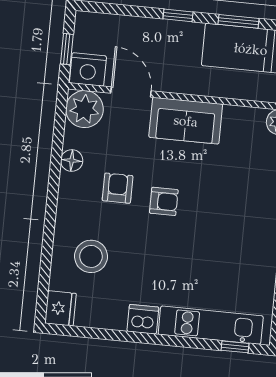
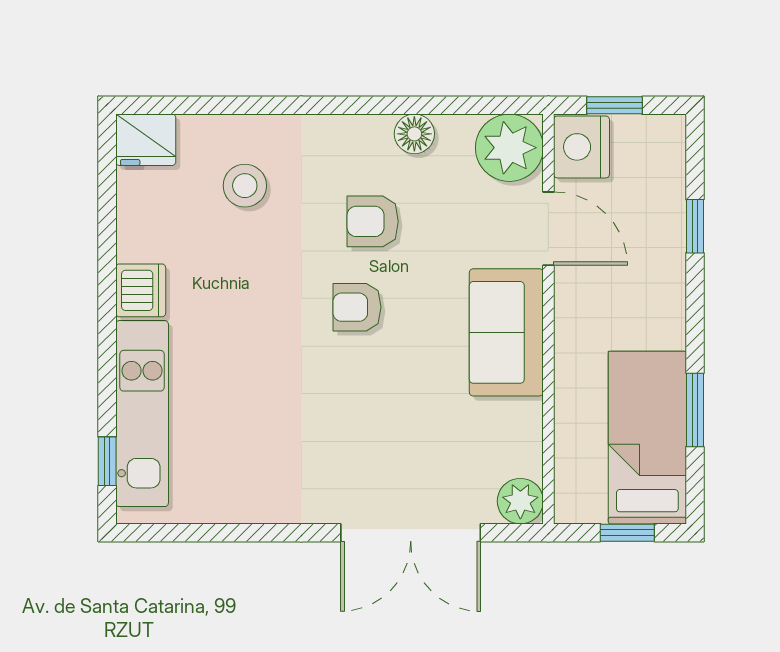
window: (178, 15) -> (695, 226), moved
door: (131, 92) -> (548, 229), hinge flipped
armchair: (118, 188) -> (373, 221), turned 180
armchair: (164, 201) -> (357, 307), turned 90
stool: (91, 256) -> (245, 186), width x0.73, depth x0.73

